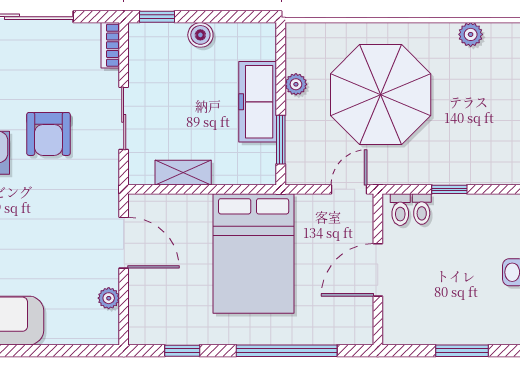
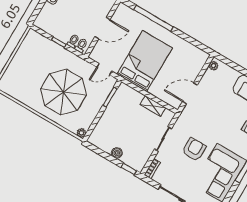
plant: (471, 34) -> (17, 95), removed
plant: (296, 84) -> (81, 133), moved
freezer: (258, 102) -> (110, 116), removed
door: (349, 189) -> (104, 69), moved
door: (124, 243) -> (190, 93), hinge flipped
plant: (109, 298) -> (214, 66), moved
window: (182, 351) -> (192, 41), removed

